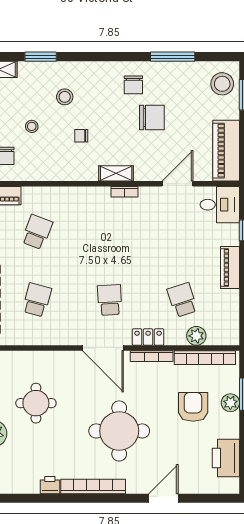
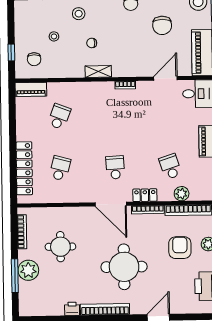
chair: (152, 117) -> (162, 25), moved, turned 90
shelving: (116, 173) -> (98, 72), moved

